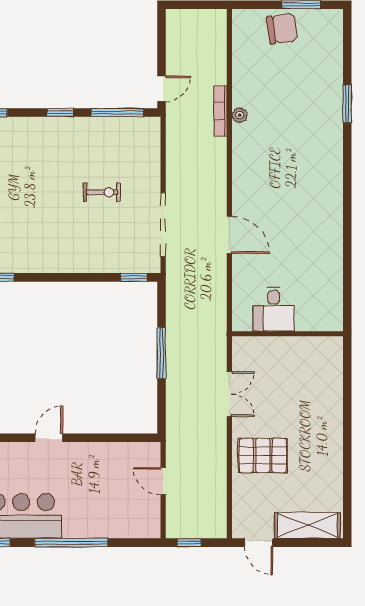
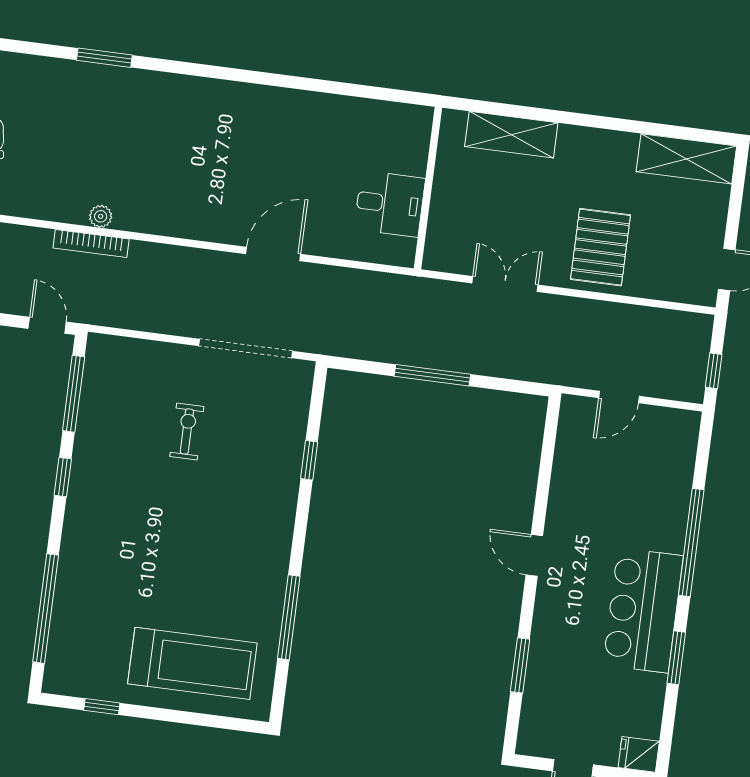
window: (134, 277) -> (309, 460), moved
shelving: (331, 385) -> (511, 135), added
shelving: (307, 525) -> (686, 159), moved, turned 90

